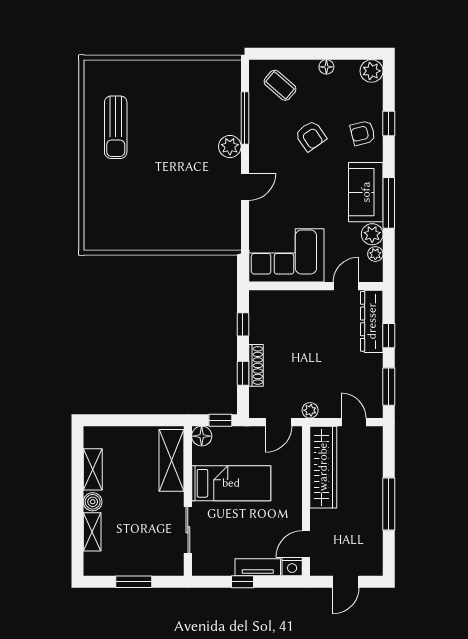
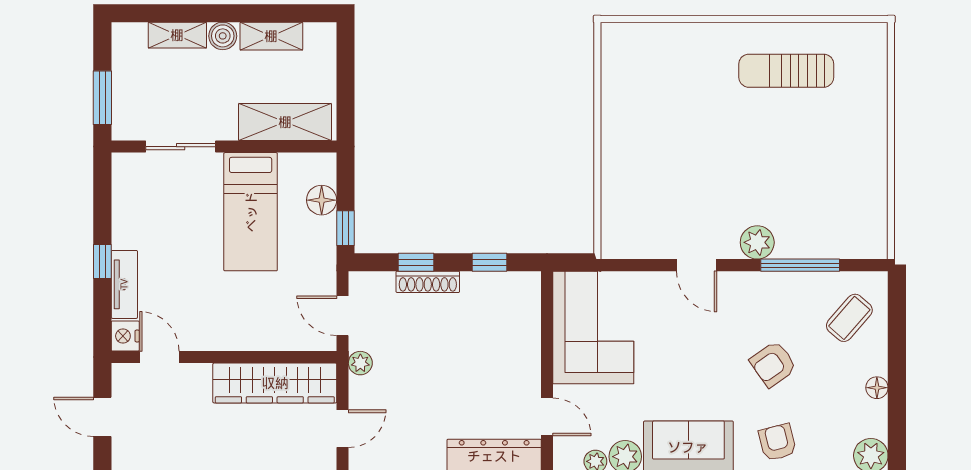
shelving: (172, 460) -> (285, 122), moved
bed: (231, 483) -> (251, 212), moved
wall: (188, 501) -> (224, 147), moved
sliding door: (188, 530) -> (181, 147), moved

